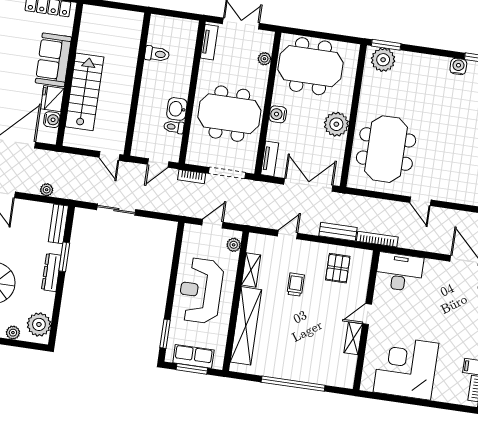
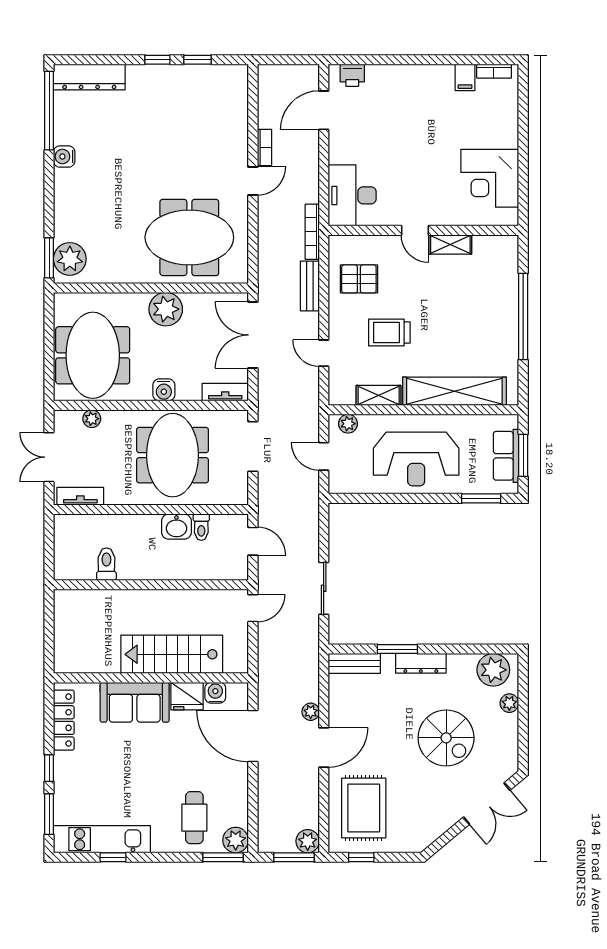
bookcase: (192, 177) -> (264, 147), moved
plant: (47, 190) -> (311, 712), moved
trolley: (296, 285) -> (389, 333), width x1.36, depth x1.39
corner desk: (406, 368) -> (490, 178), width x0.74, depth x0.74

